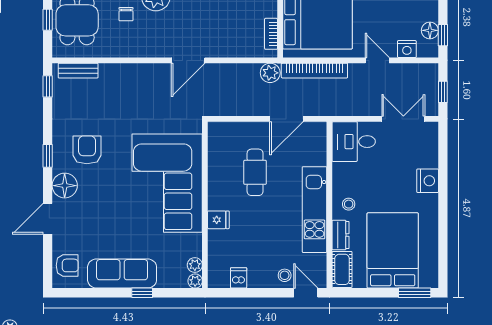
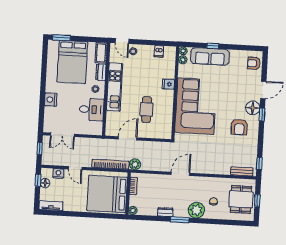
desk: (354, 142) -> (91, 110), moved
window: (48, 156) -> (262, 115), moved
sofa: (122, 273) -> (210, 56), moved

